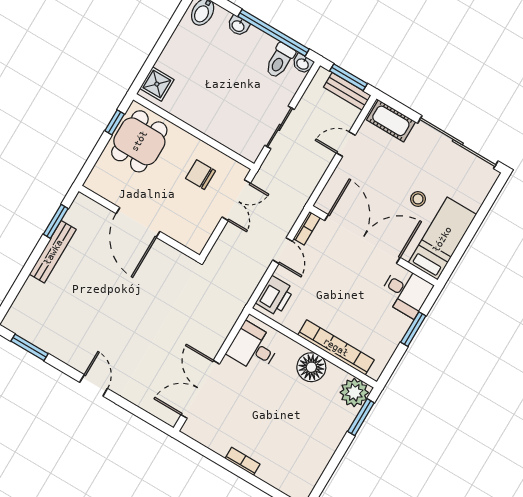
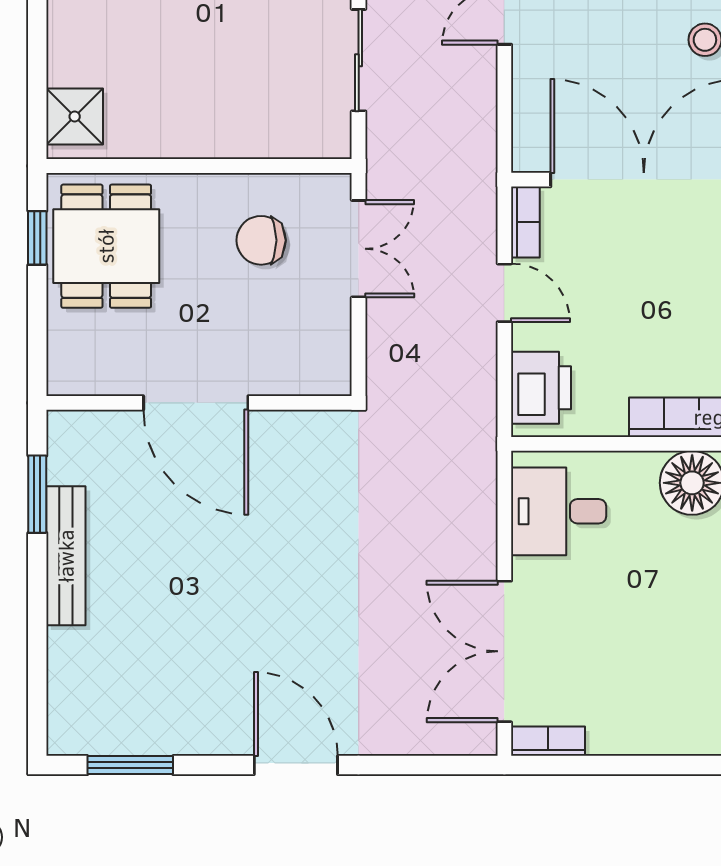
door: (94, 385) -> (296, 765), width x1.38
bookcase: (242, 461) -> (548, 741), moved

